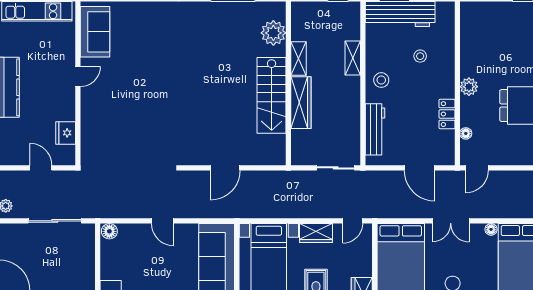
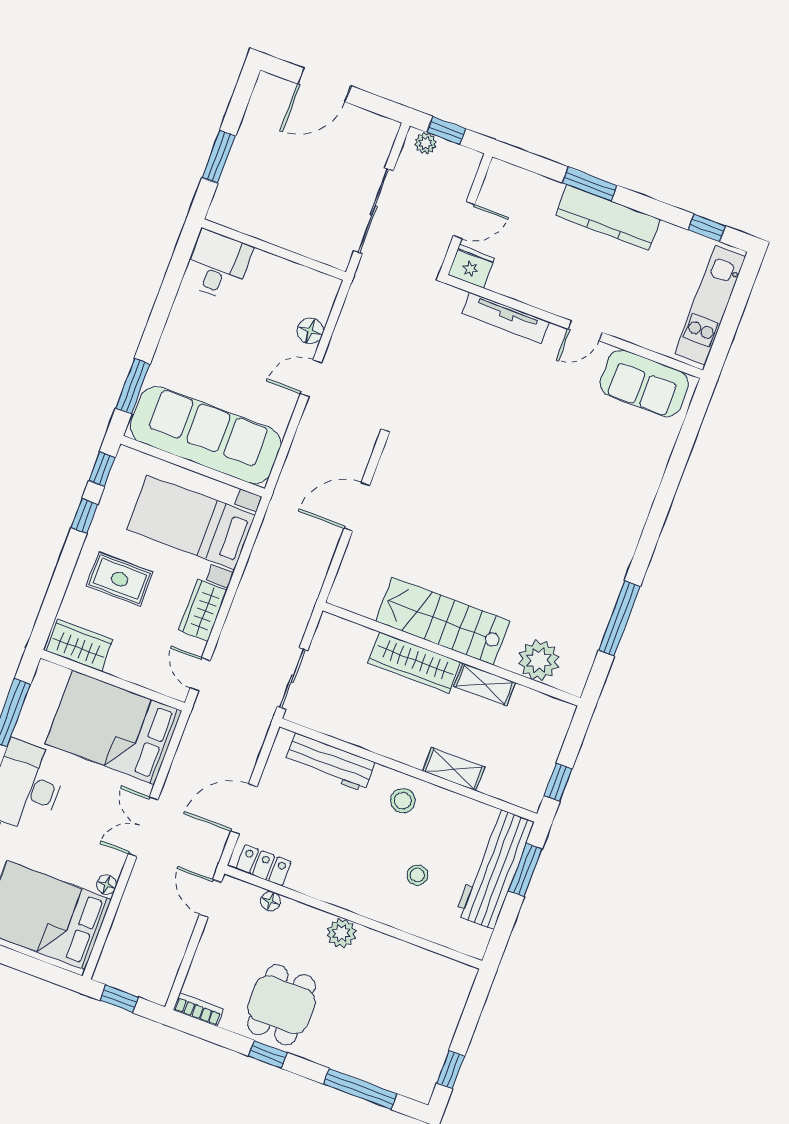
door: (78, 76) -> (585, 331), hinge flipped
locker: (447, 114) -> (264, 865), moved
tv unit: (87, 124) -> (506, 318), added
fridge: (66, 133) -> (471, 266), moved
door: (225, 168) -> (357, 507), hinge flipped
floor lamp: (109, 231) -> (310, 331), moved

